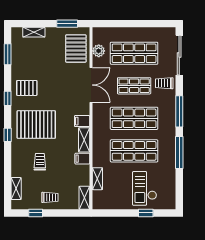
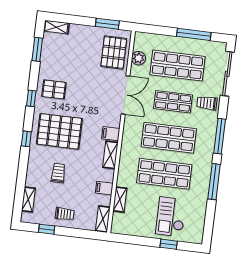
window: (145, 24) -> (194, 34), added
shelving: (34, 32) -> (56, 27), moved
filing cabinet: (82, 159) -> (104, 188), moved

